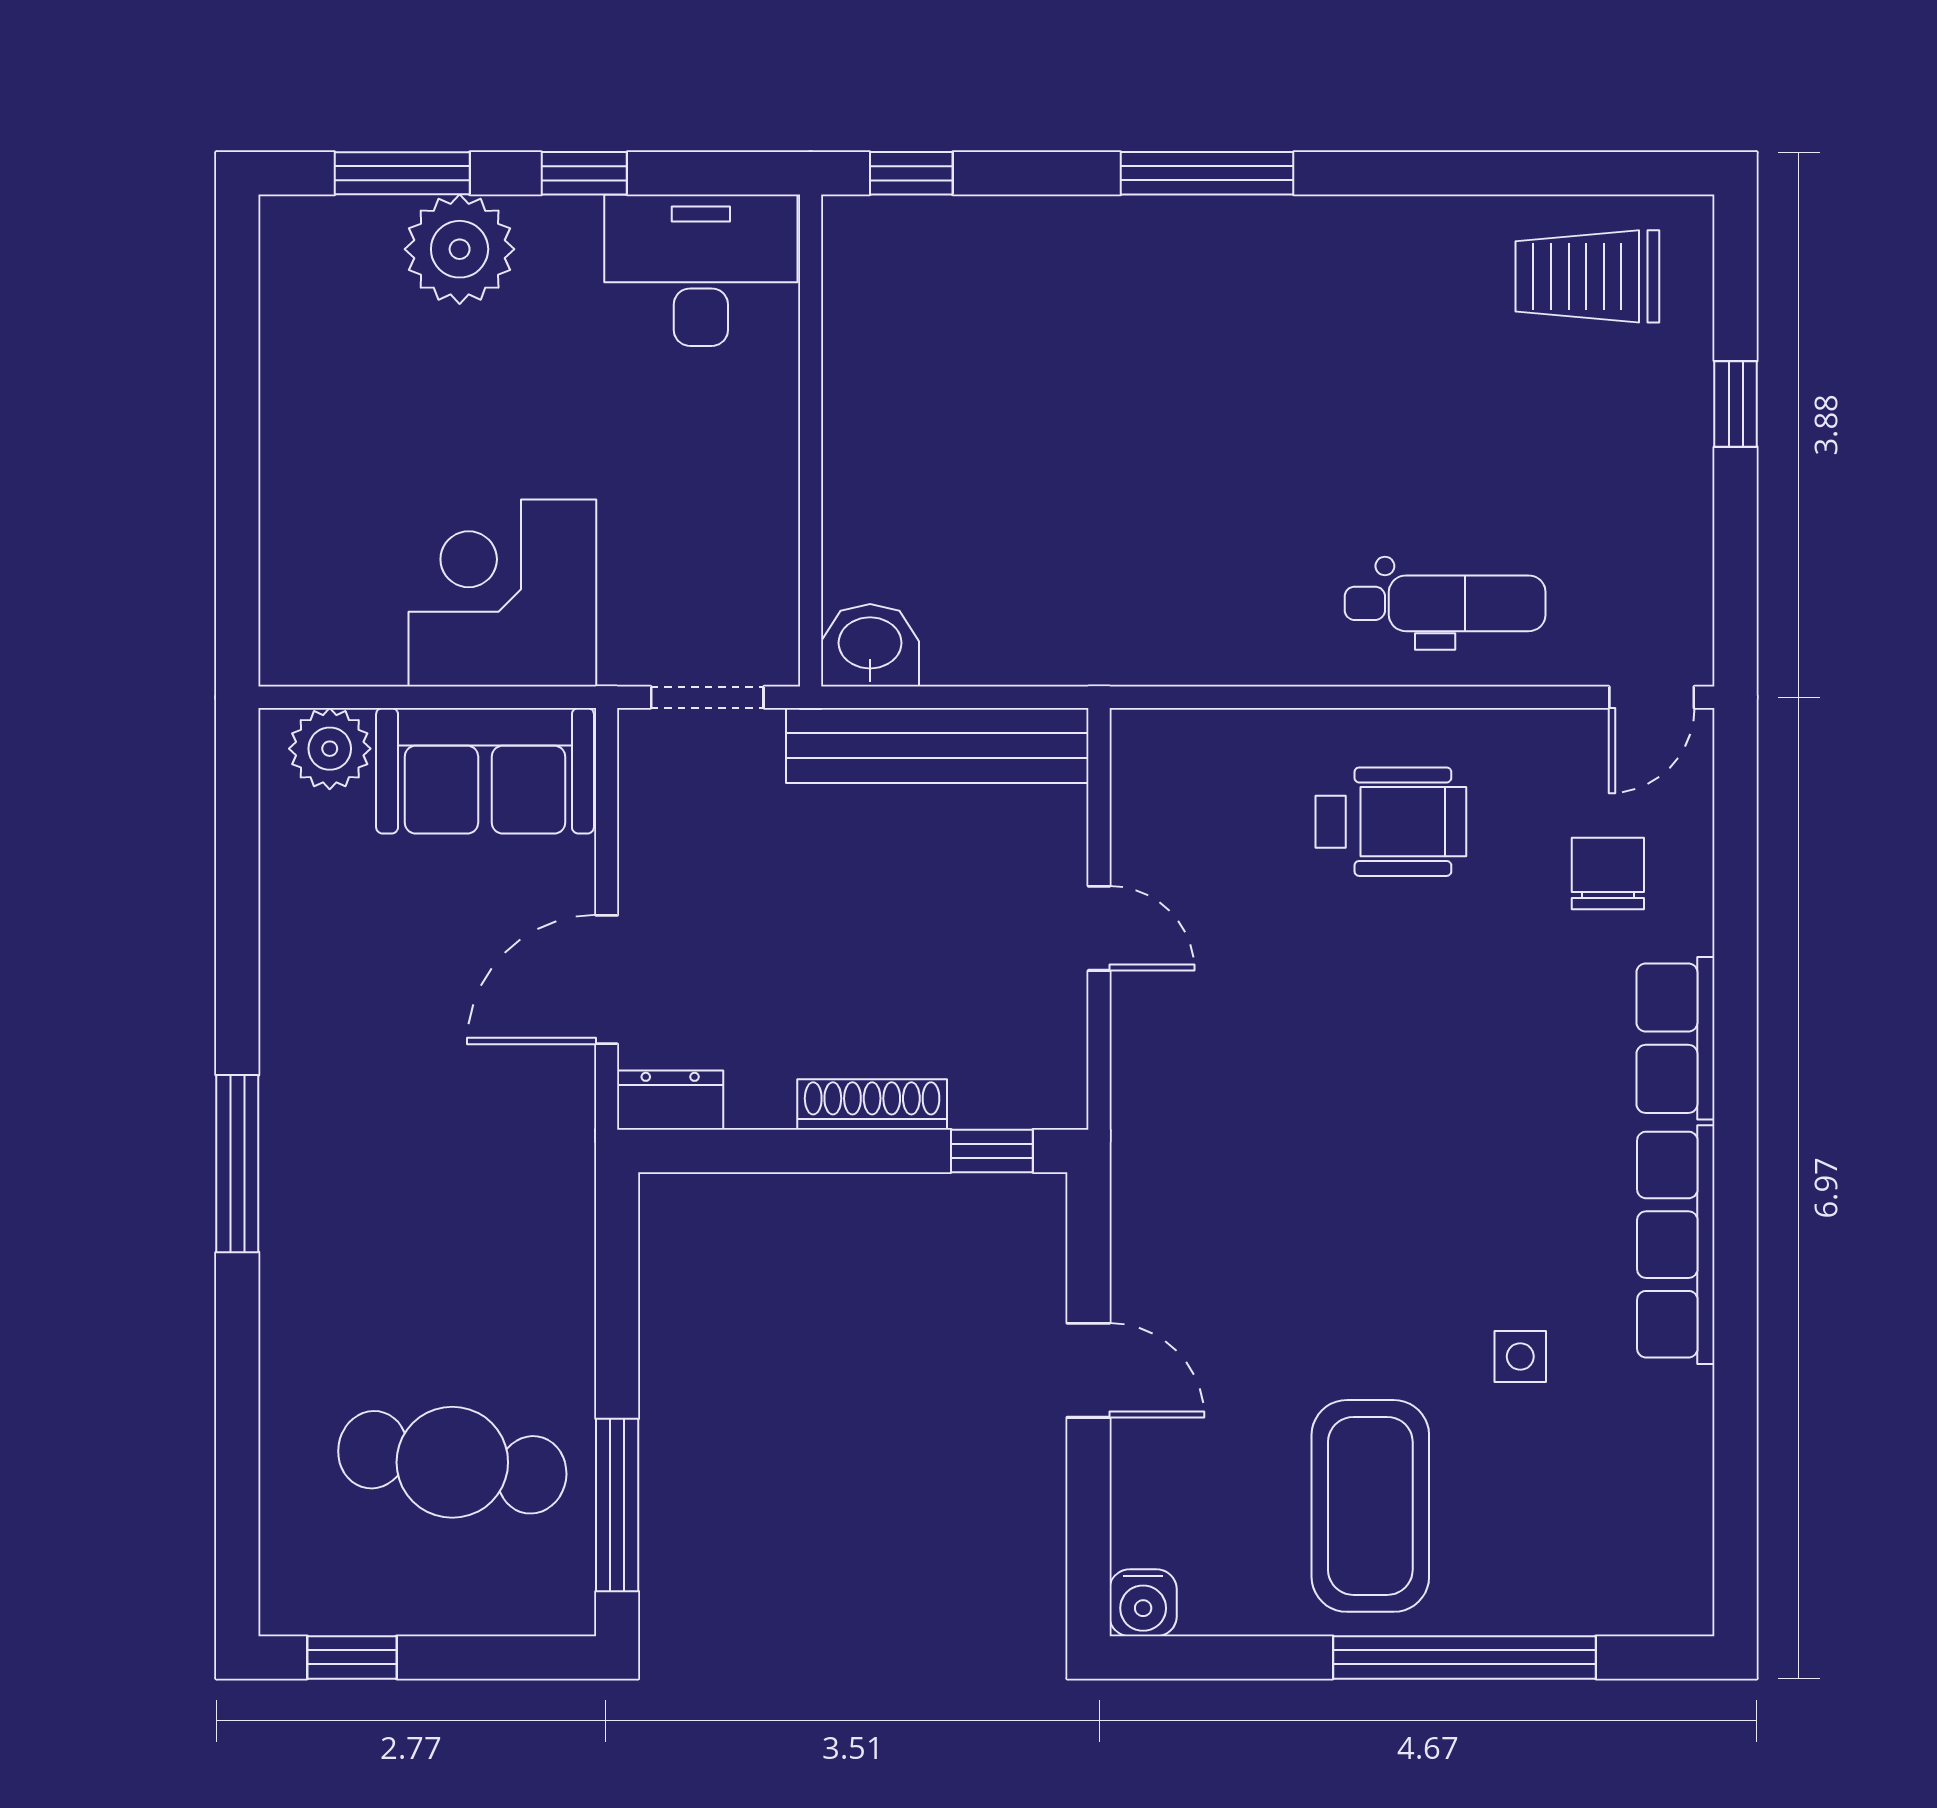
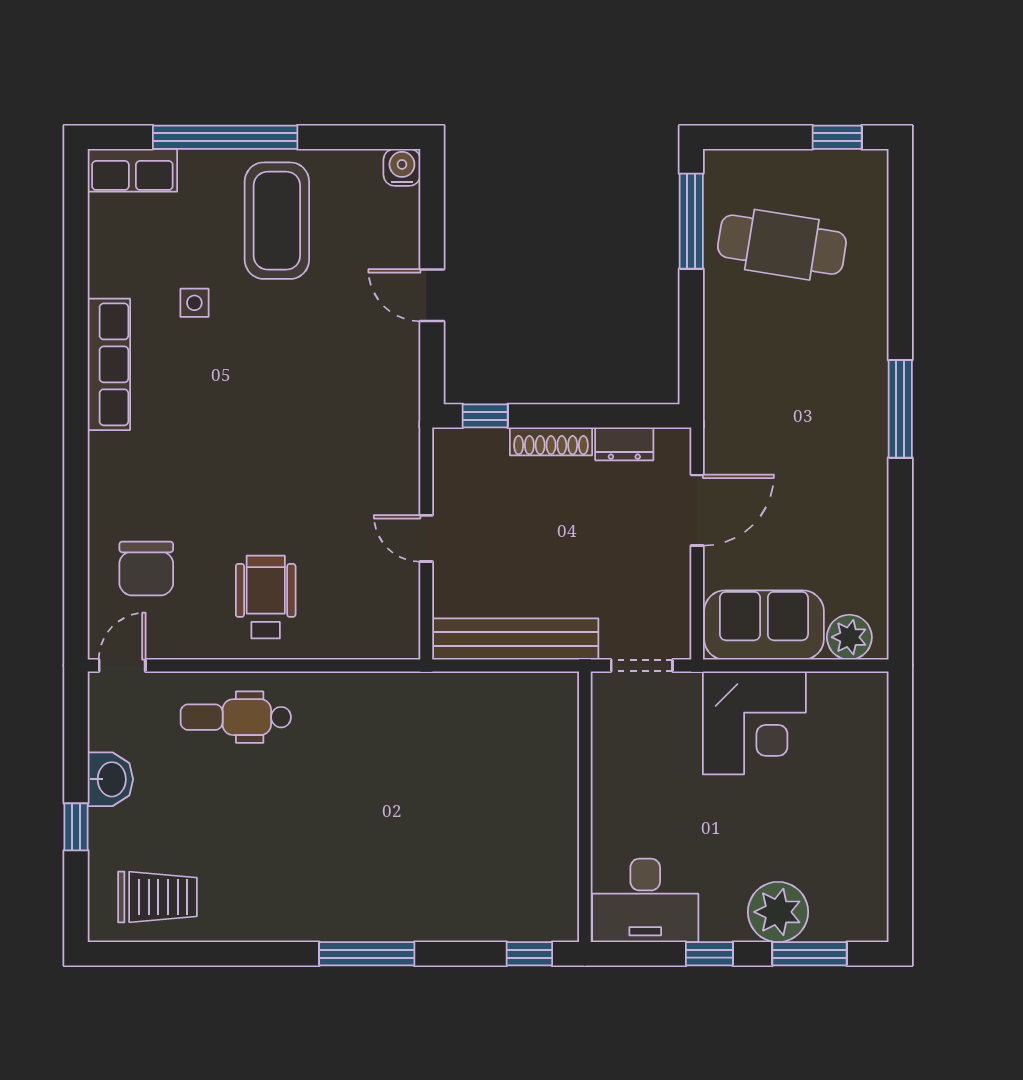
washbasin: (870, 645) -> (110, 779), moved, turned -90
wheelchair: (1391, 822) -> (266, 597), turned 90
chair: (1608, 874) -> (146, 568), width x1.37, depth x1.37
row of seats: (1676, 1038) -> (132, 170), moved, turned 90
dresser: (670, 1100) -> (624, 444), moved

